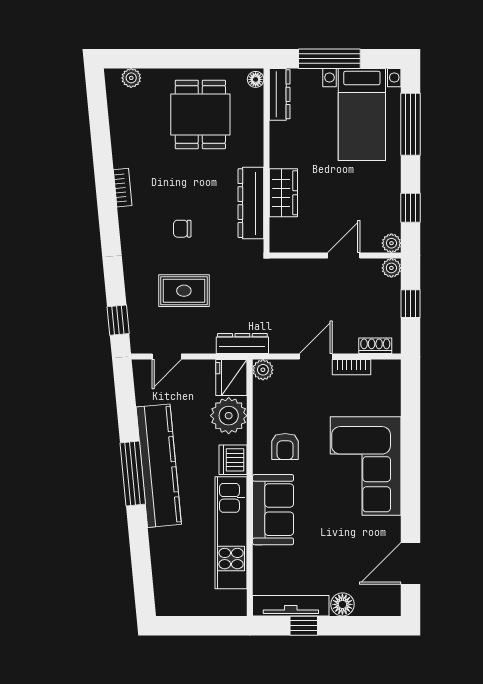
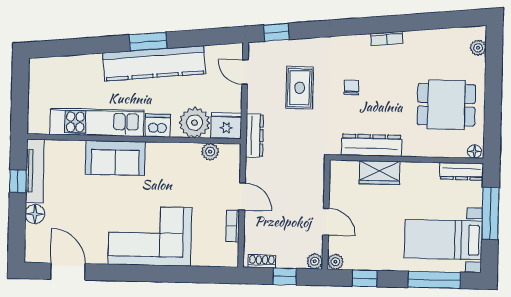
shoe rack: (375, 346) -> (262, 261), moved, turned -90
plant: (263, 370) -> (210, 152), moved
armchair: (285, 446) -> (168, 169), removed
window: (133, 473) -> (148, 42), width x0.69

